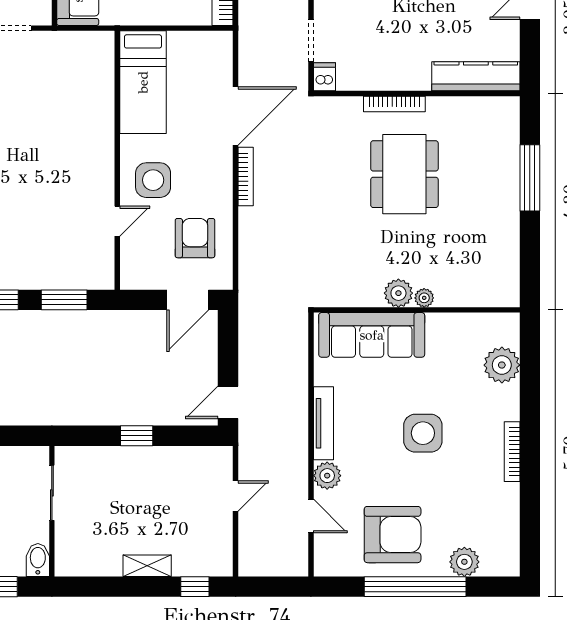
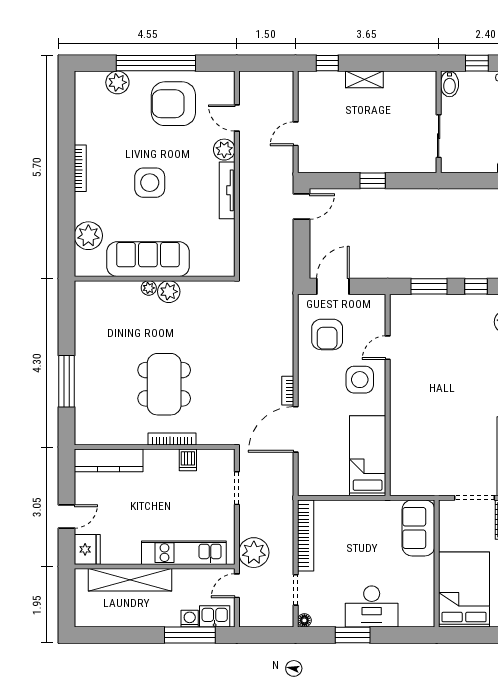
dishwasher: (324, 77) -> (188, 460), moved
bookcase: (246, 176) -> (288, 391), width x0.64
sofa: (372, 335) -> (148, 259), moved

